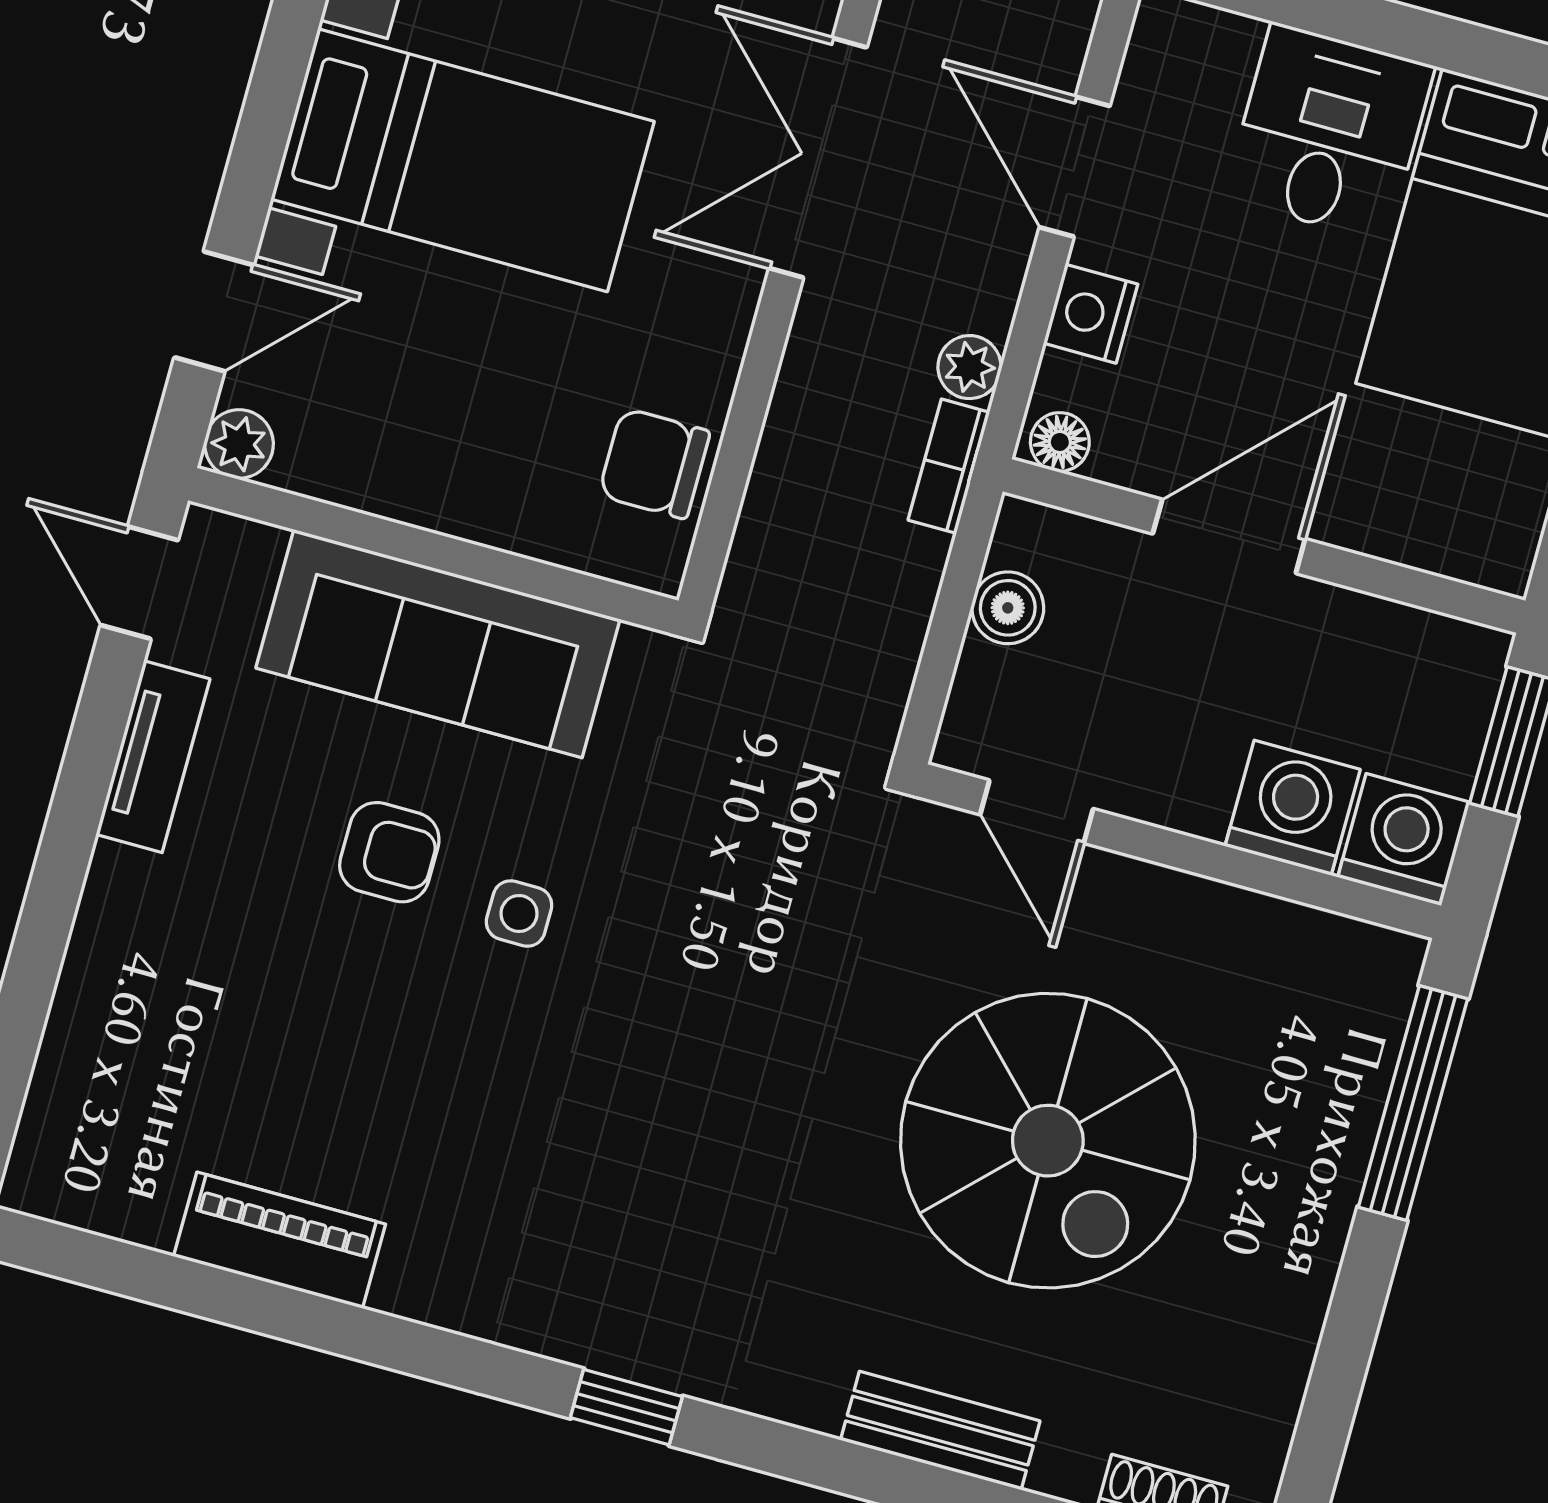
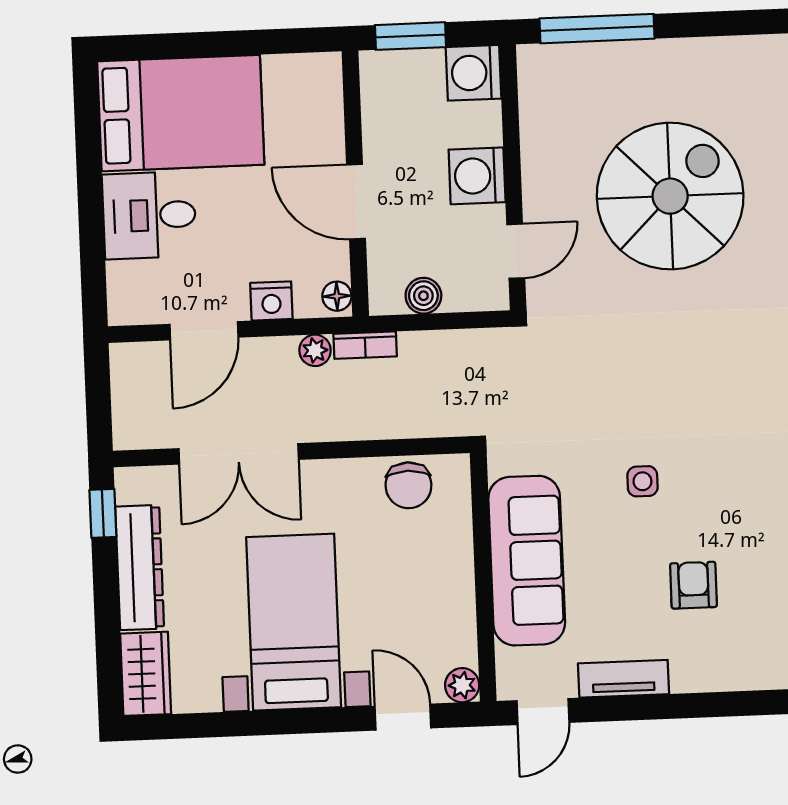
washing machine: (1293, 808) -> (477, 176), moved
armchair: (389, 852) -> (693, 585), moved

